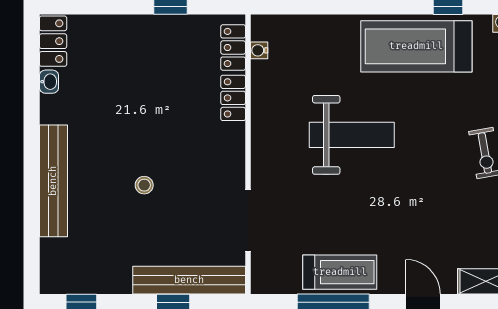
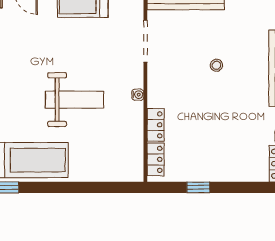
water cooler: (259, 50) -> (138, 95), moved
weight bench: (352, 135) -> (74, 100), turned 180

